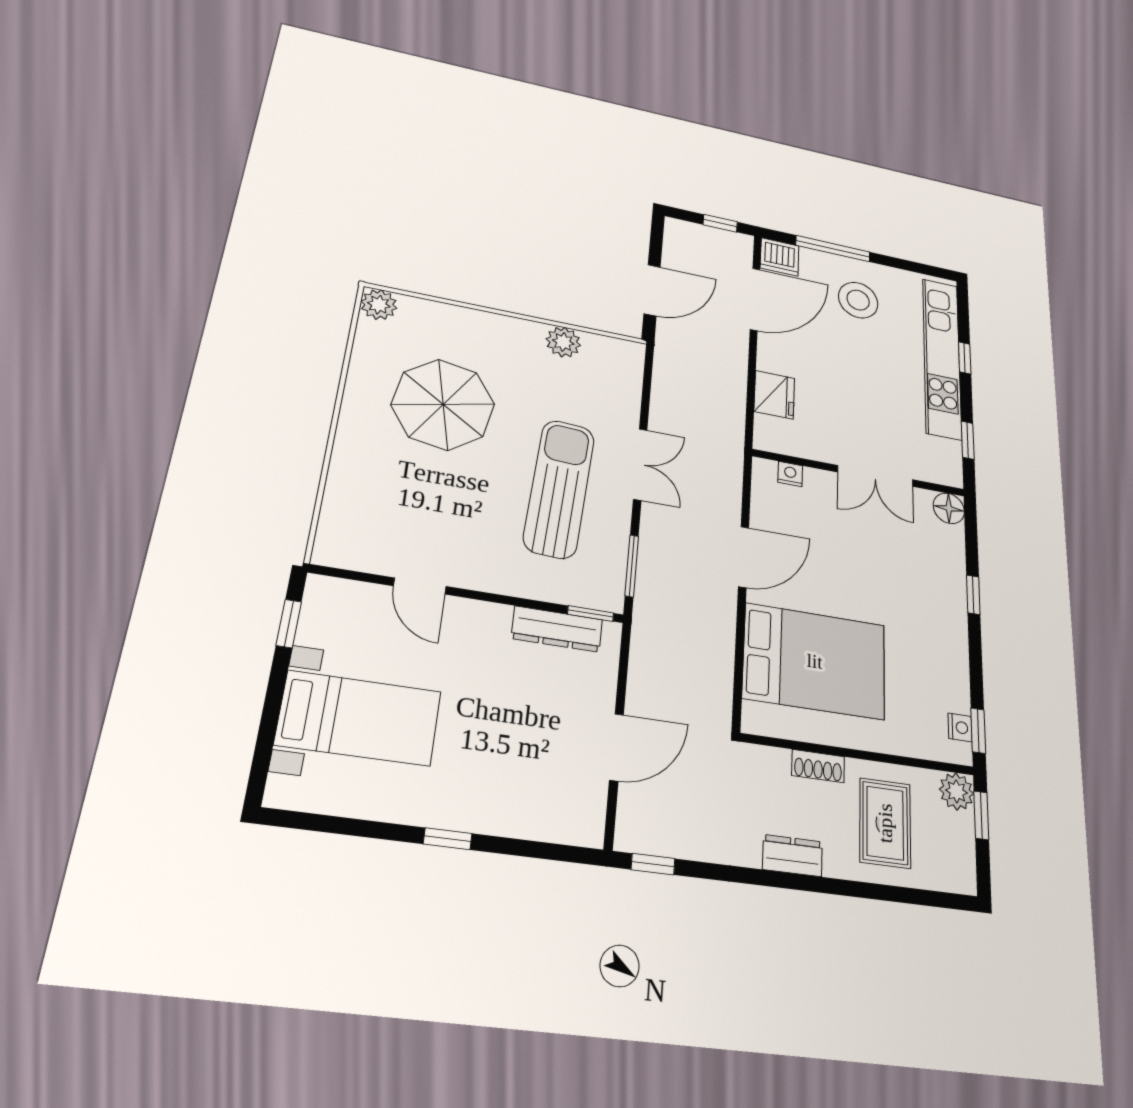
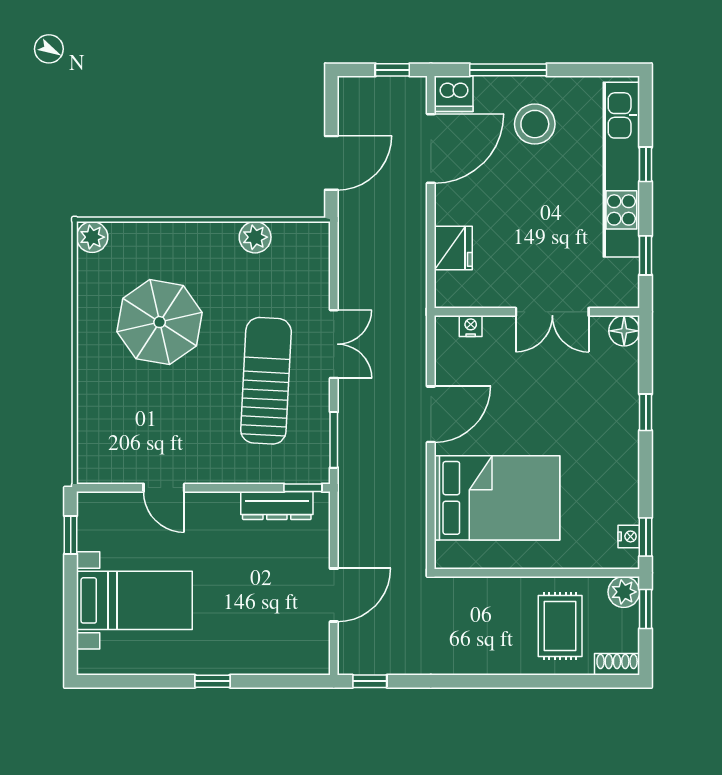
shoe rack: (818, 766) -> (617, 664), moved, turned 180
dresser: (792, 856) -> (482, 661), removed

